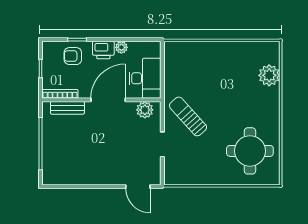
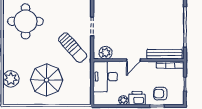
armchair: (73, 56) -> (160, 94), turned 180
parasol: (222, 74) -> (46, 80), added
door: (108, 100) -> (133, 60), width x0.53
bench: (67, 108) -> (164, 54), width x1.36

